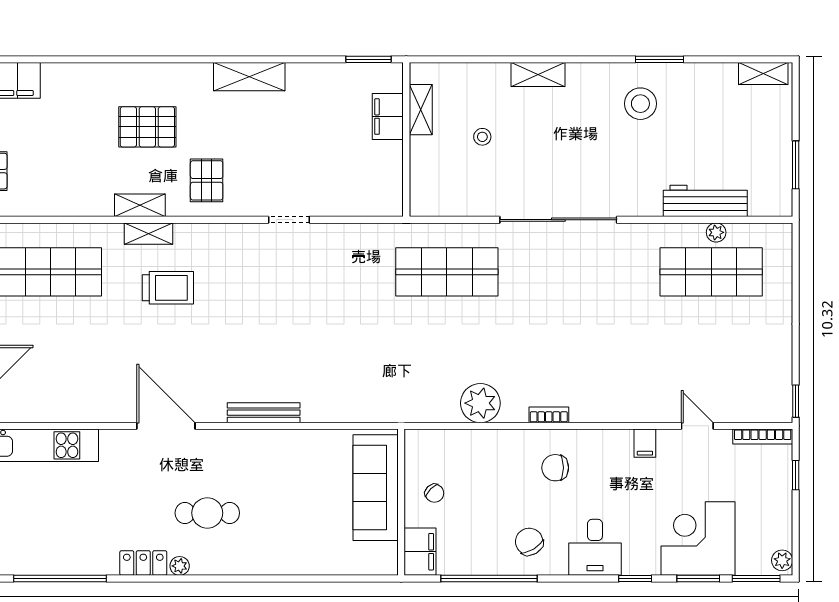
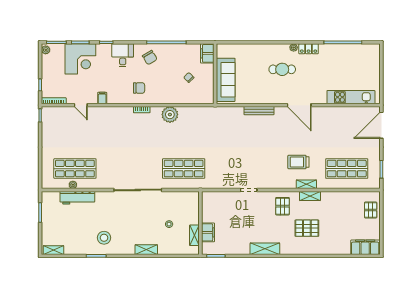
sofa: (376, 488) -> (226, 80), moved
wall: (401, 502) -> (215, 74), moved
filing cabinet: (420, 552) -> (207, 53), moved

